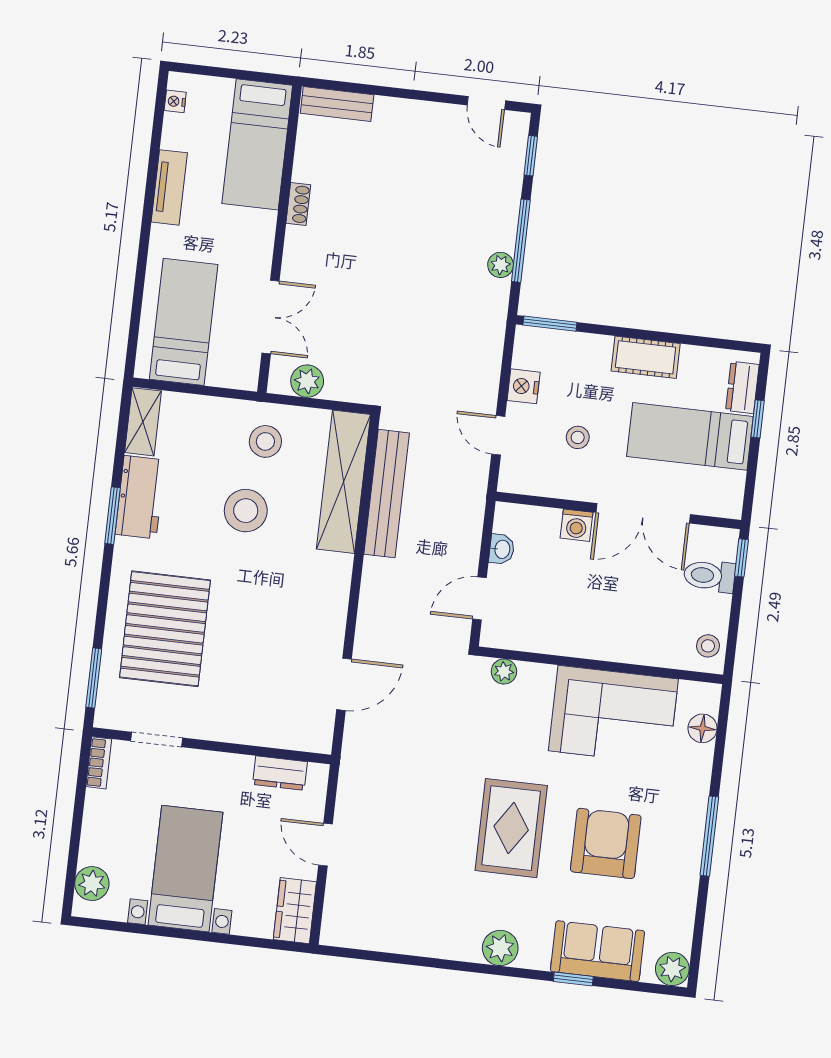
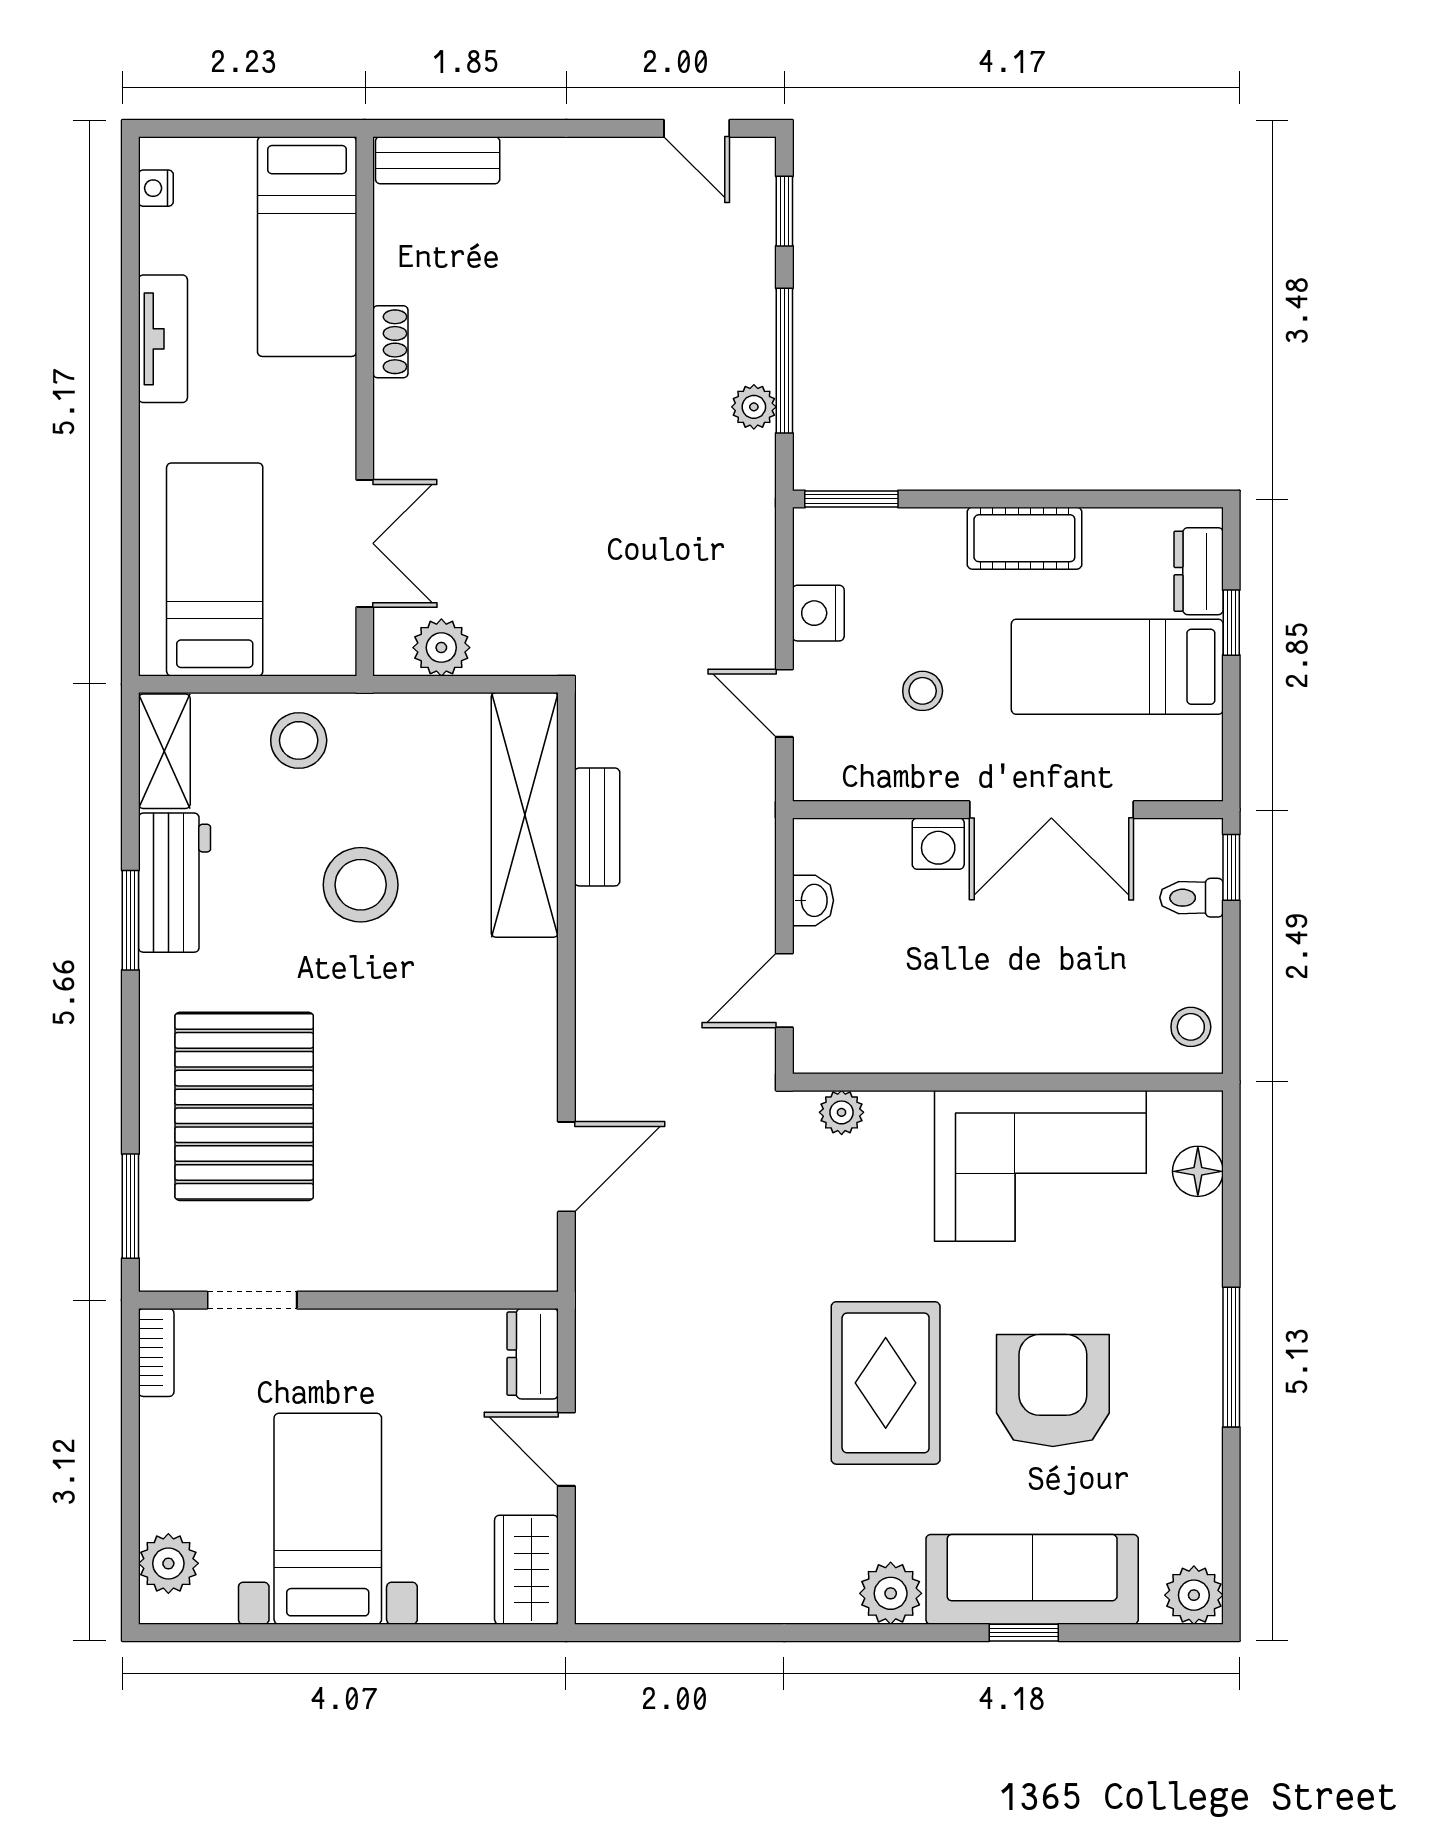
stool: (265, 441) -> (299, 740), moved
bench: (387, 494) -> (597, 827), width x0.54, depth x0.82
toilet: (709, 576) -> (1191, 898), width x0.73, depth x0.72
dresser: (280, 773) -> (533, 1354), moved, turned 90
sofa: (597, 951) -> (1032, 1579), width x1.36

